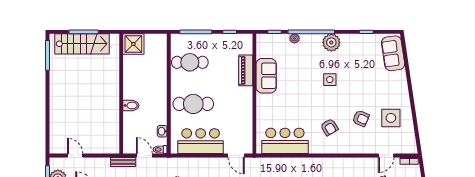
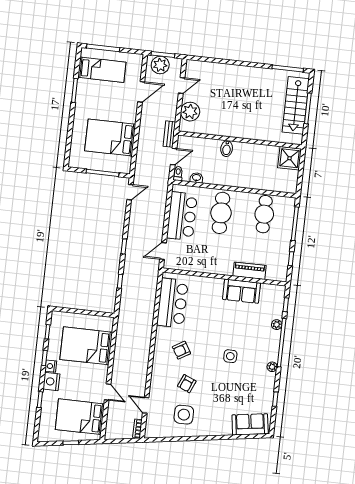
plant: (331, 42) -> (272, 367), width x0.53, depth x0.53
plant: (99, 145) -> (190, 112), added

